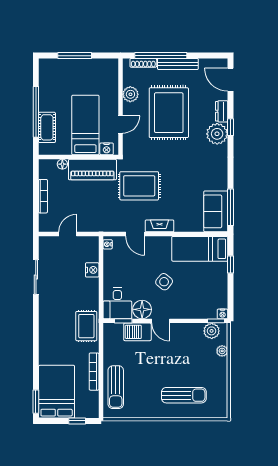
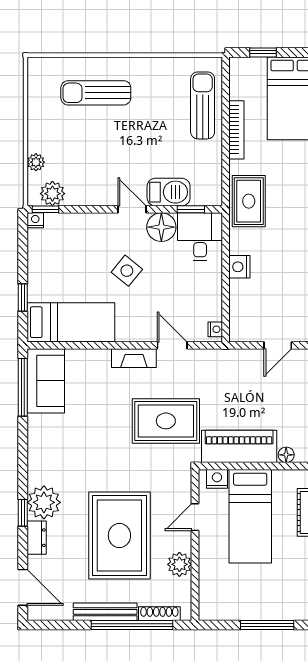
nightstand: (92, 270) -> (239, 267), moved

